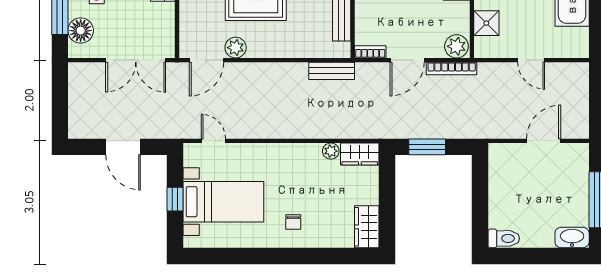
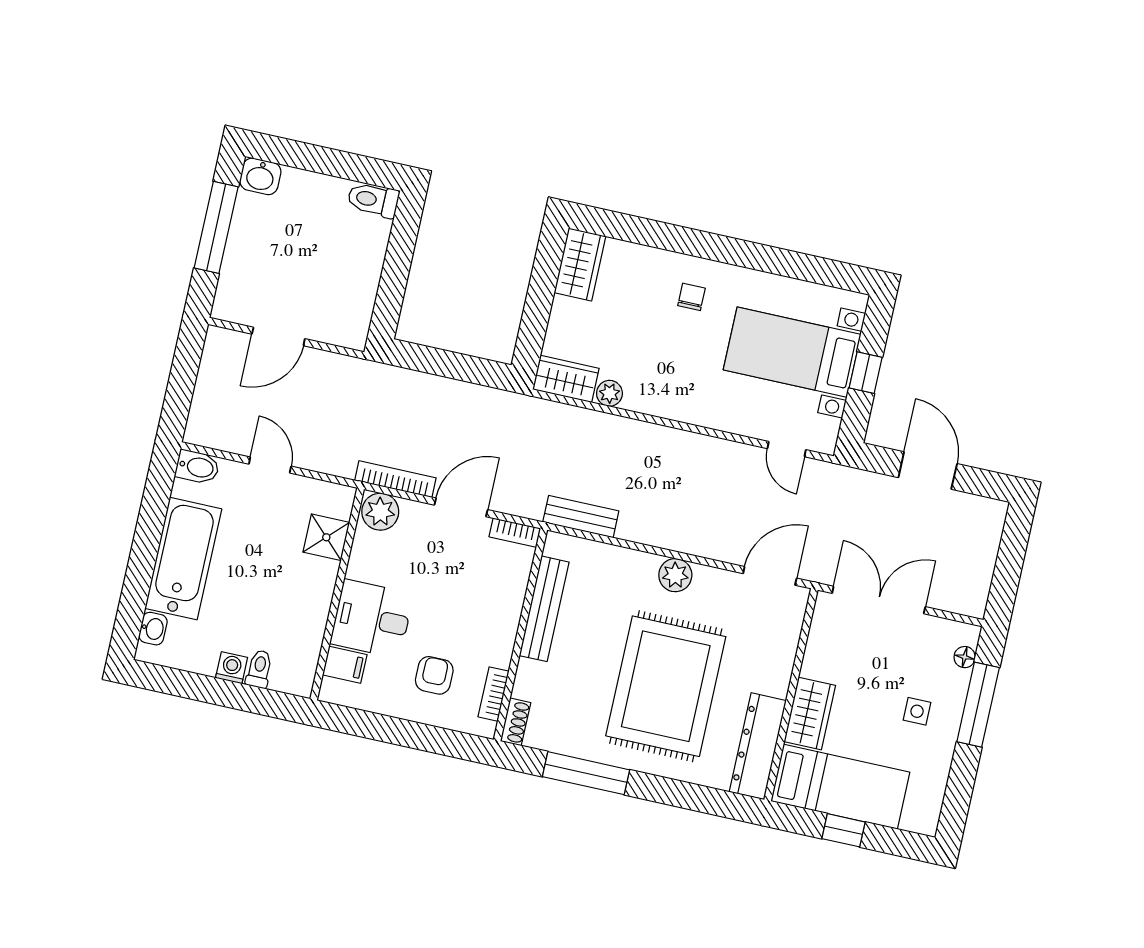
floor lamp: (81, 31) -> (965, 657), width x0.53, depth x0.53
plant: (236, 48) -> (675, 575), moved
bidet: (576, 49) -> (197, 467), added
window: (427, 147) -> (460, 367), removed
washbasin: (572, 238) -> (260, 176), width x0.72

